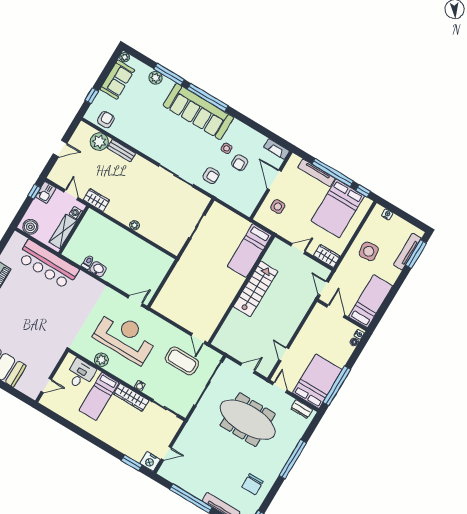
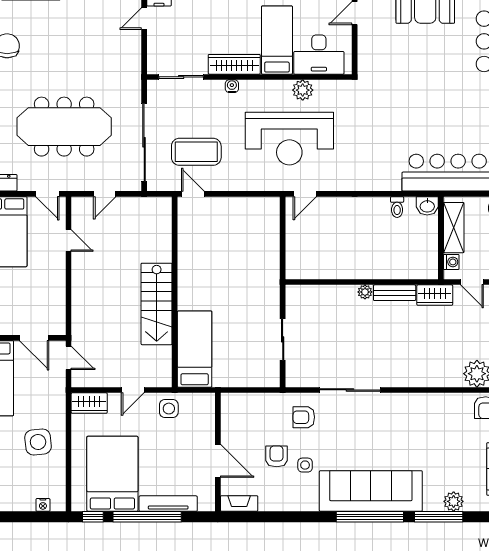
bench: (121, 151) -> (395, 293), moved
side table: (278, 207) -> (169, 409), moved
washbasin: (98, 269) -> (427, 206), moved
desk: (80, 374) -> (319, 55), width x1.37

